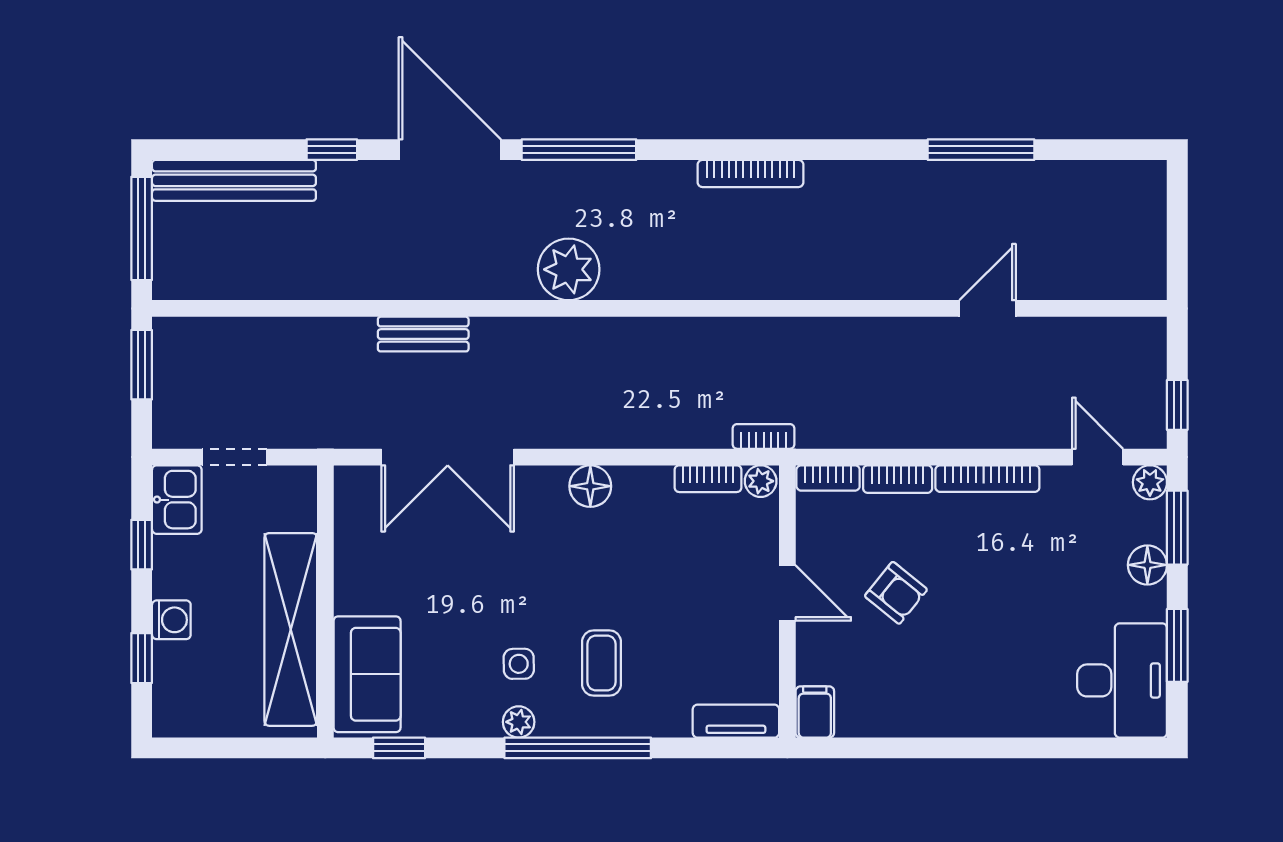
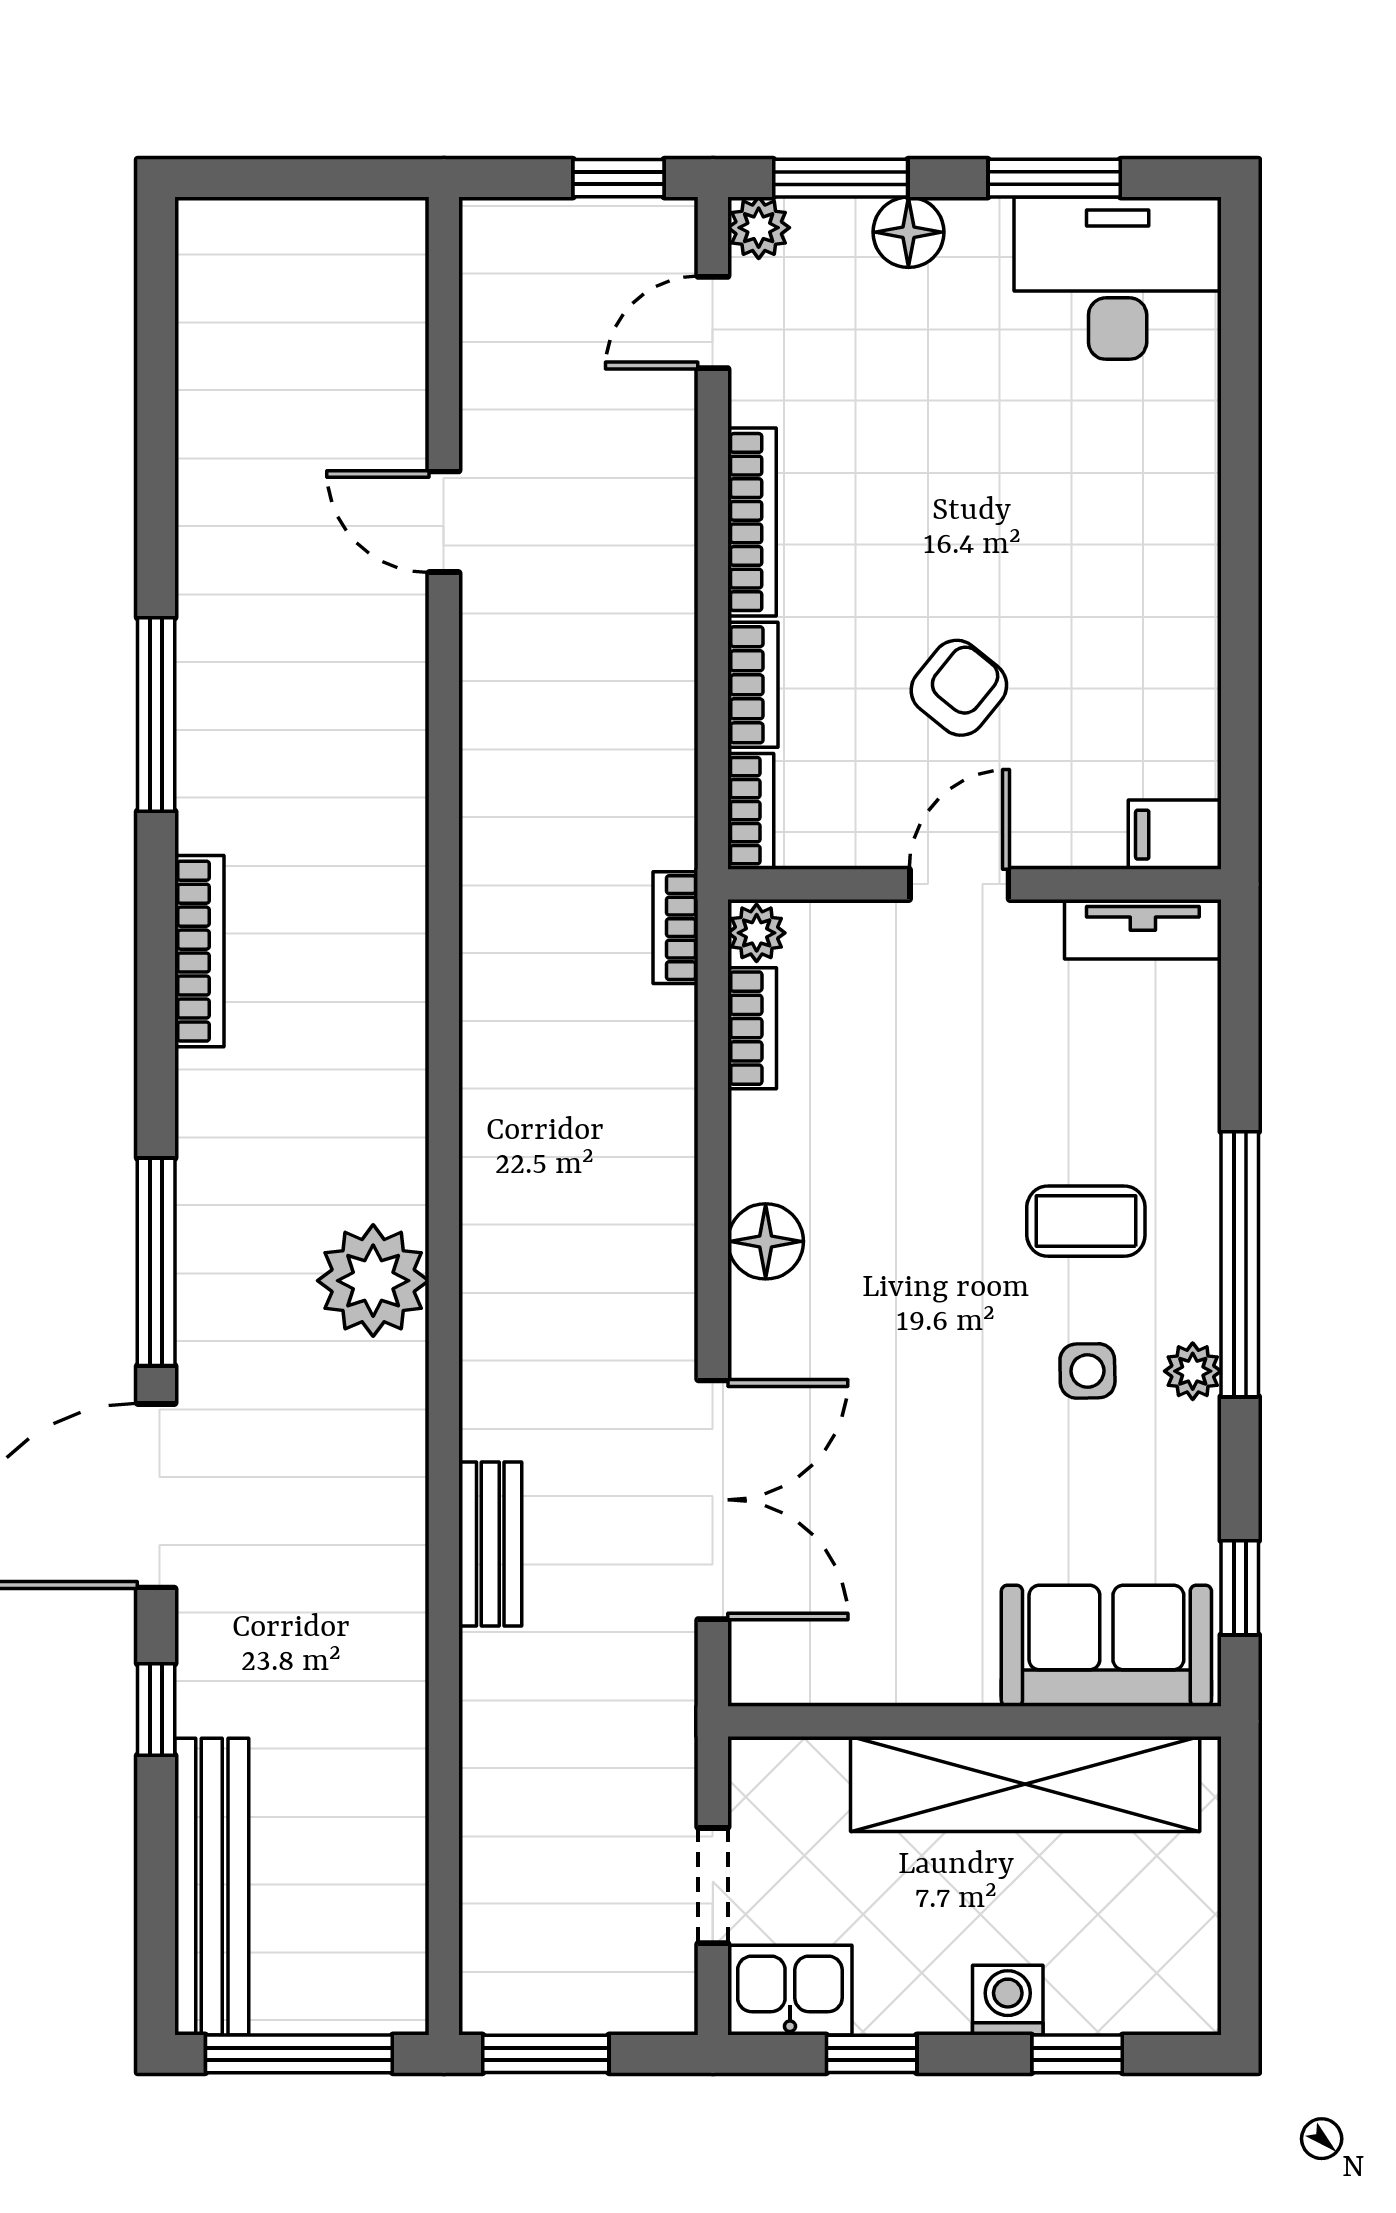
window: (981, 150) -> (156, 714), moved
tv unit: (736, 721) -> (1143, 929), moved, turned -90

